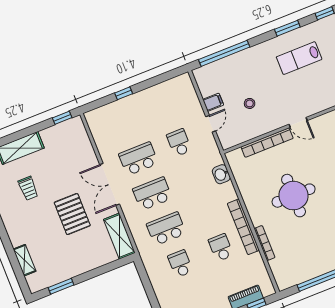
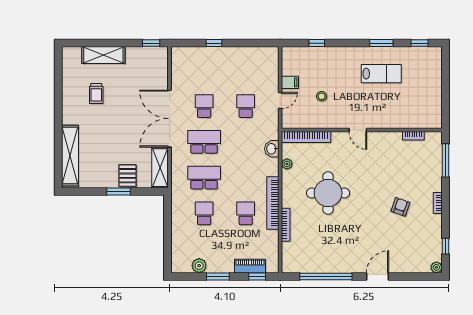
window: (224, 53) -> (317, 43), width x0.32
lab bench: (299, 58) -> (381, 74), turned 180
bookcase: (267, 143) -> (306, 137), moved
school desk: (138, 159) -> (204, 106), width x0.54
plant: (242, 183) -> (287, 164), added
double door: (110, 184) -> (170, 119), width x1.36
pallet: (72, 214) -> (128, 176), moved, width x0.67, depth x0.71
shelving: (25, 260) -> (70, 156), width x2.20, depth x1.33
window: (61, 286) -> (119, 191), moved

